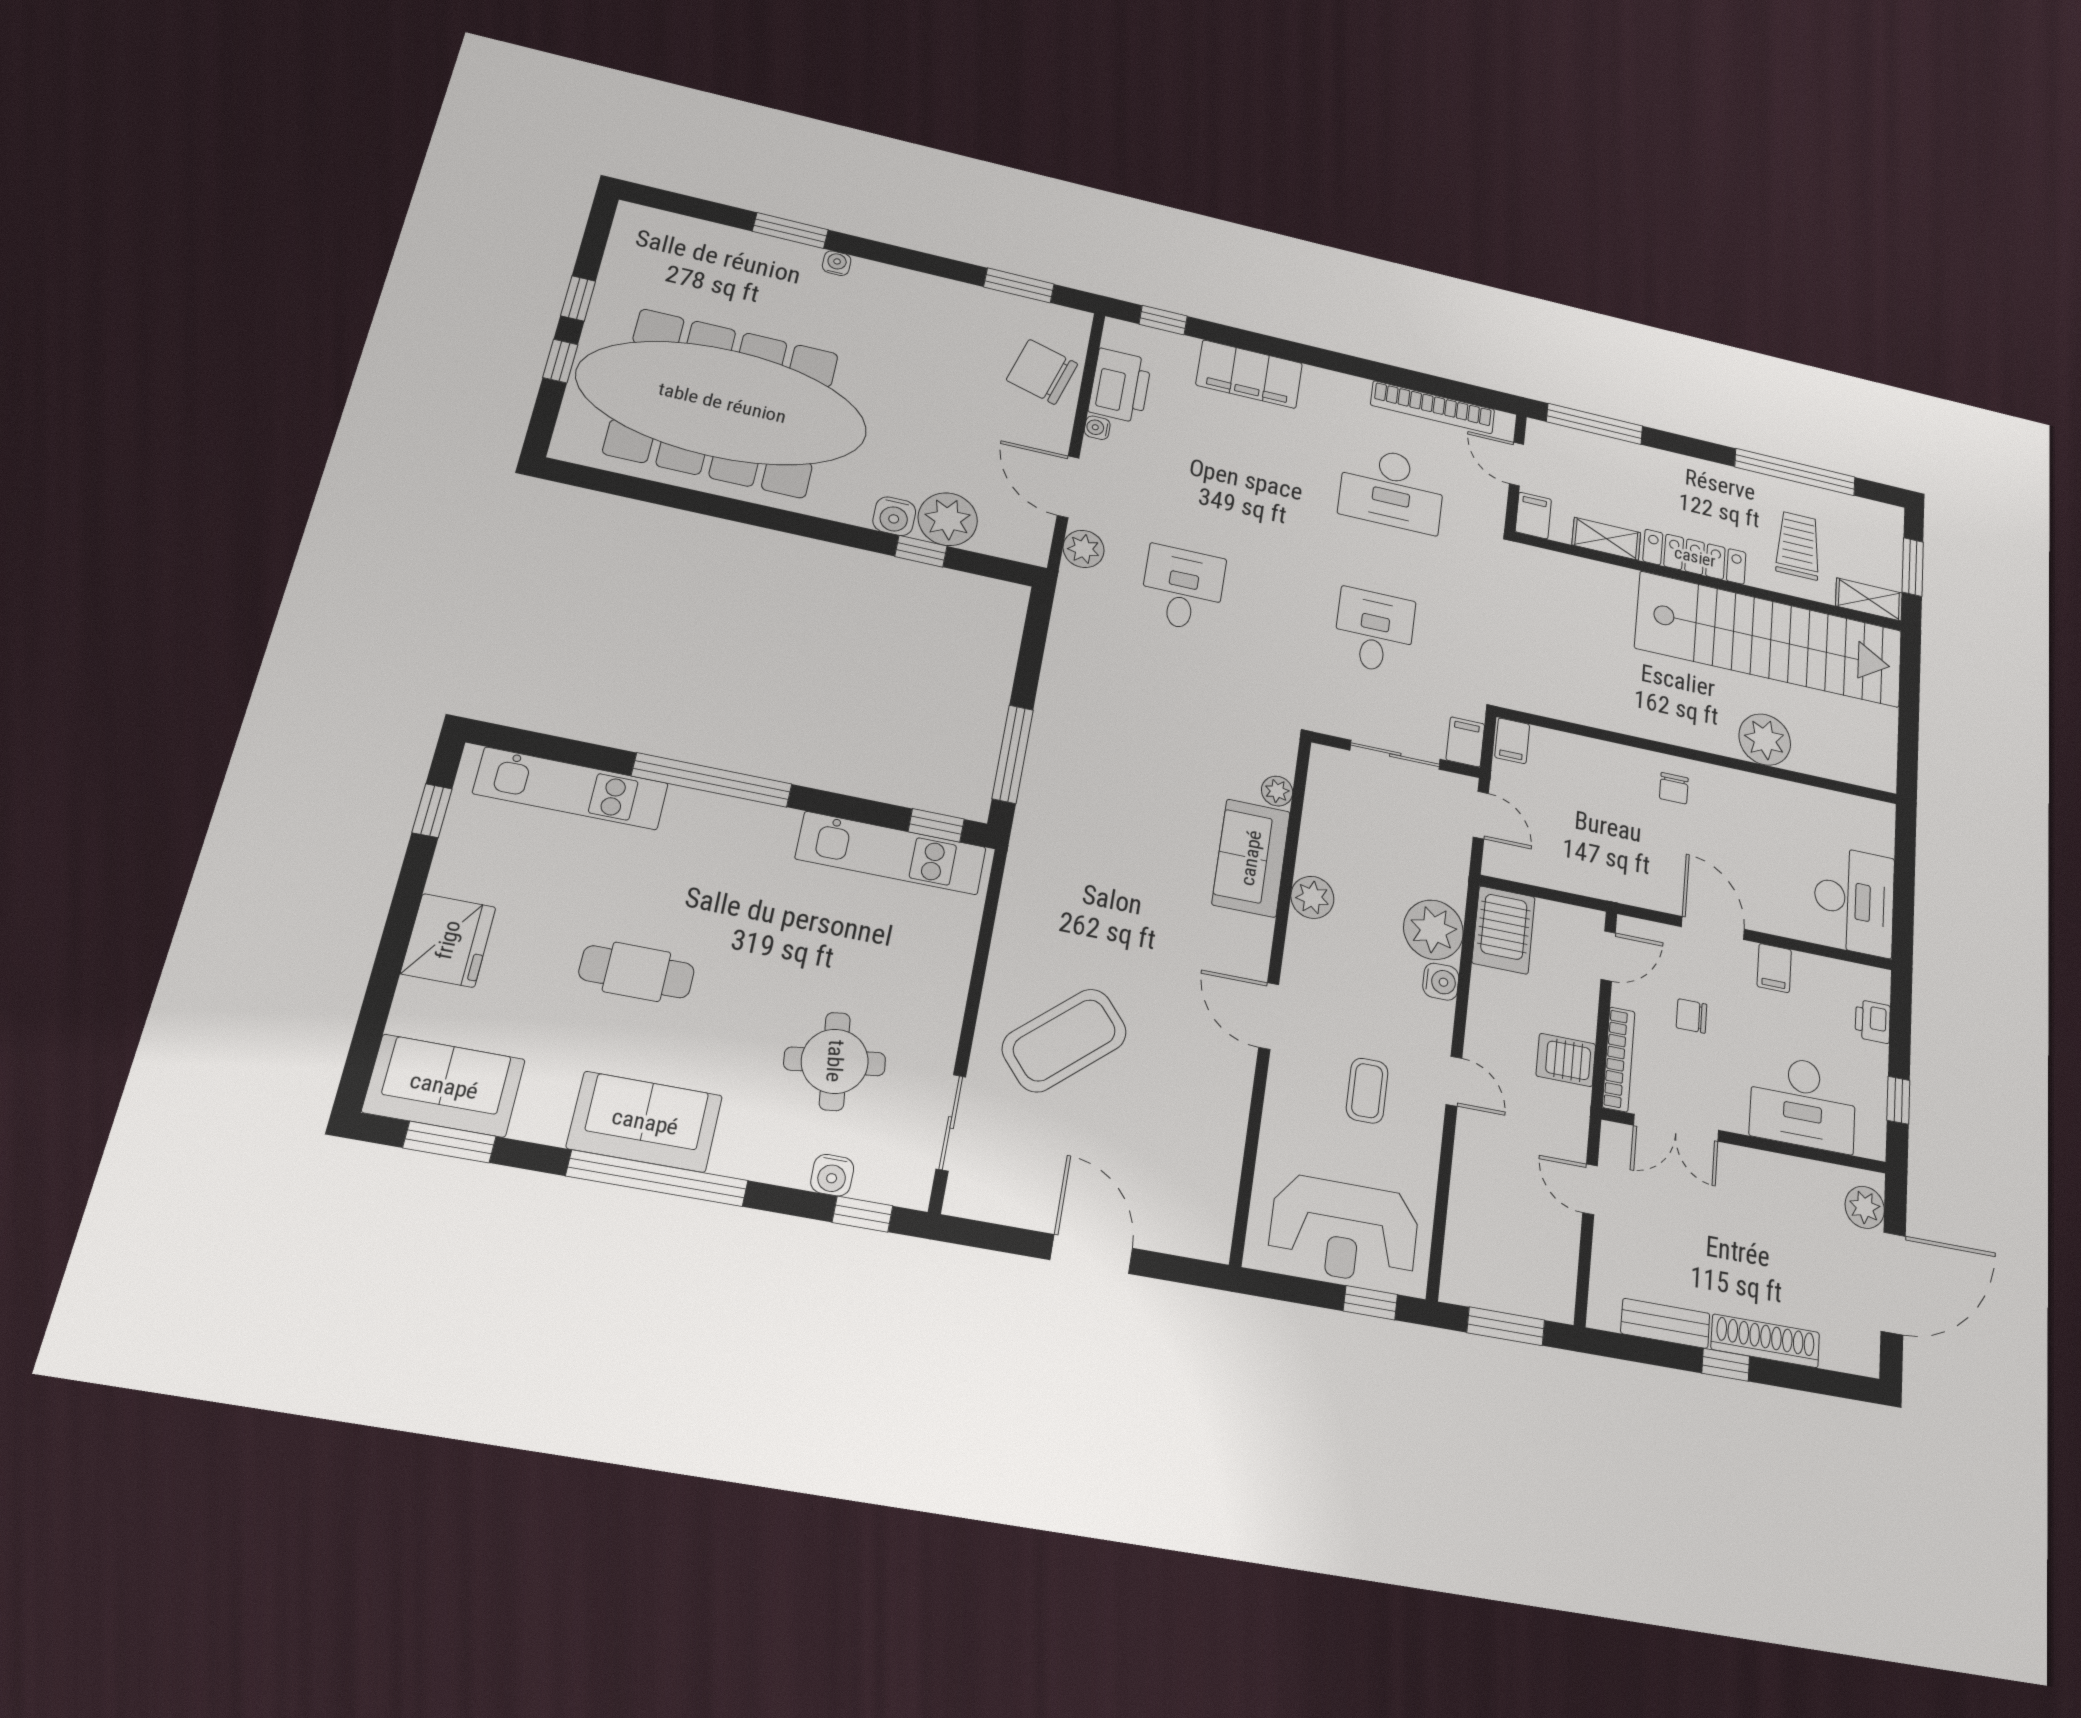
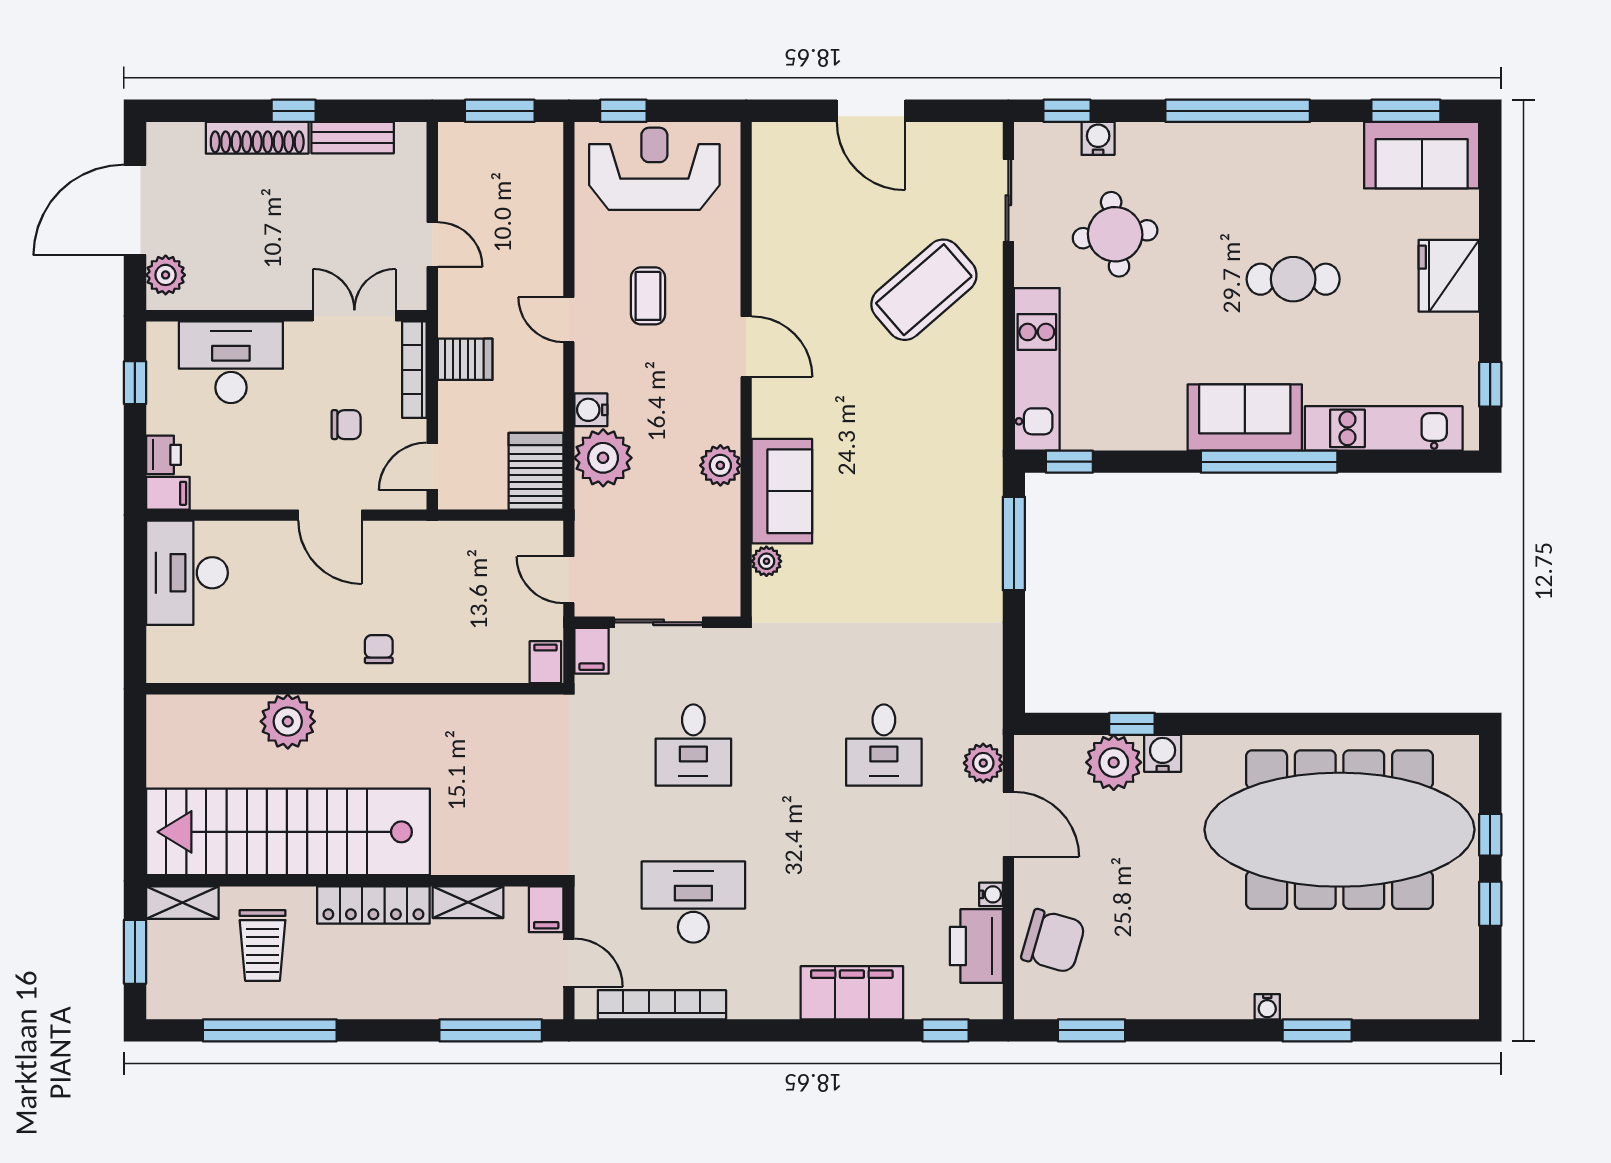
kitchen unit: (891, 853) -> (1037, 369), moved, turned 90
filing cabinet: (1774, 968) -> (168, 493), moved, turned 90
sofa: (645, 1122) -> (1245, 418), moved, turned 180

